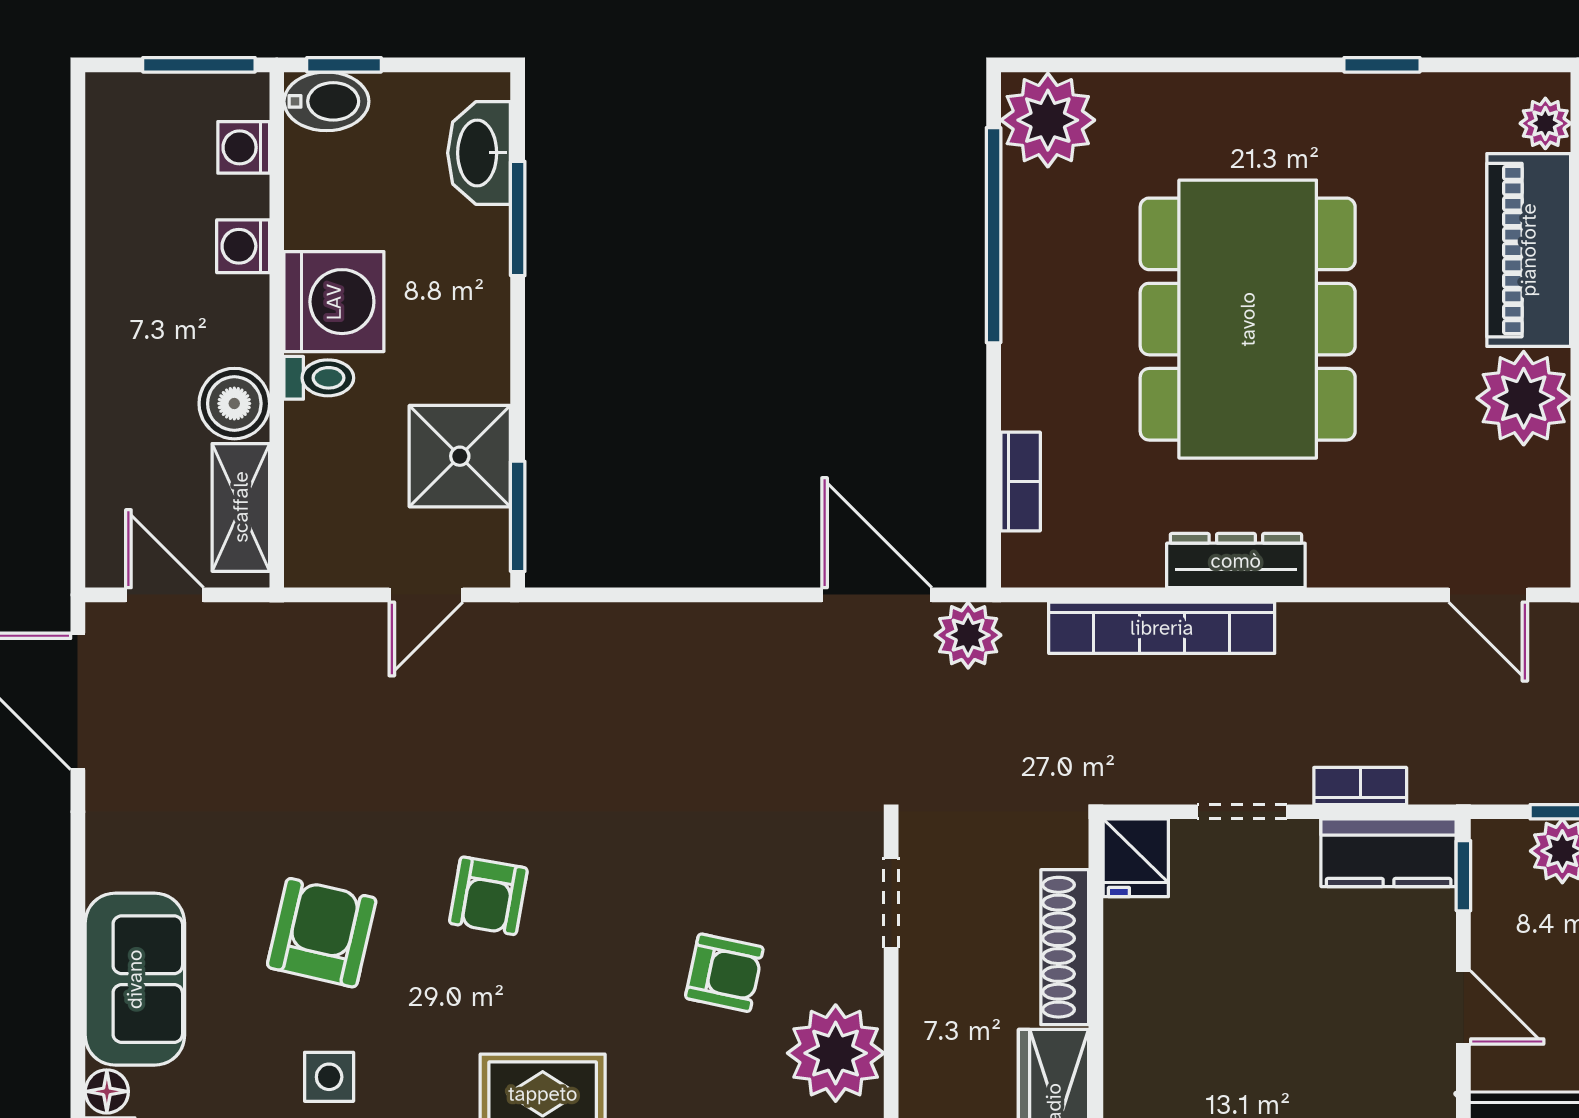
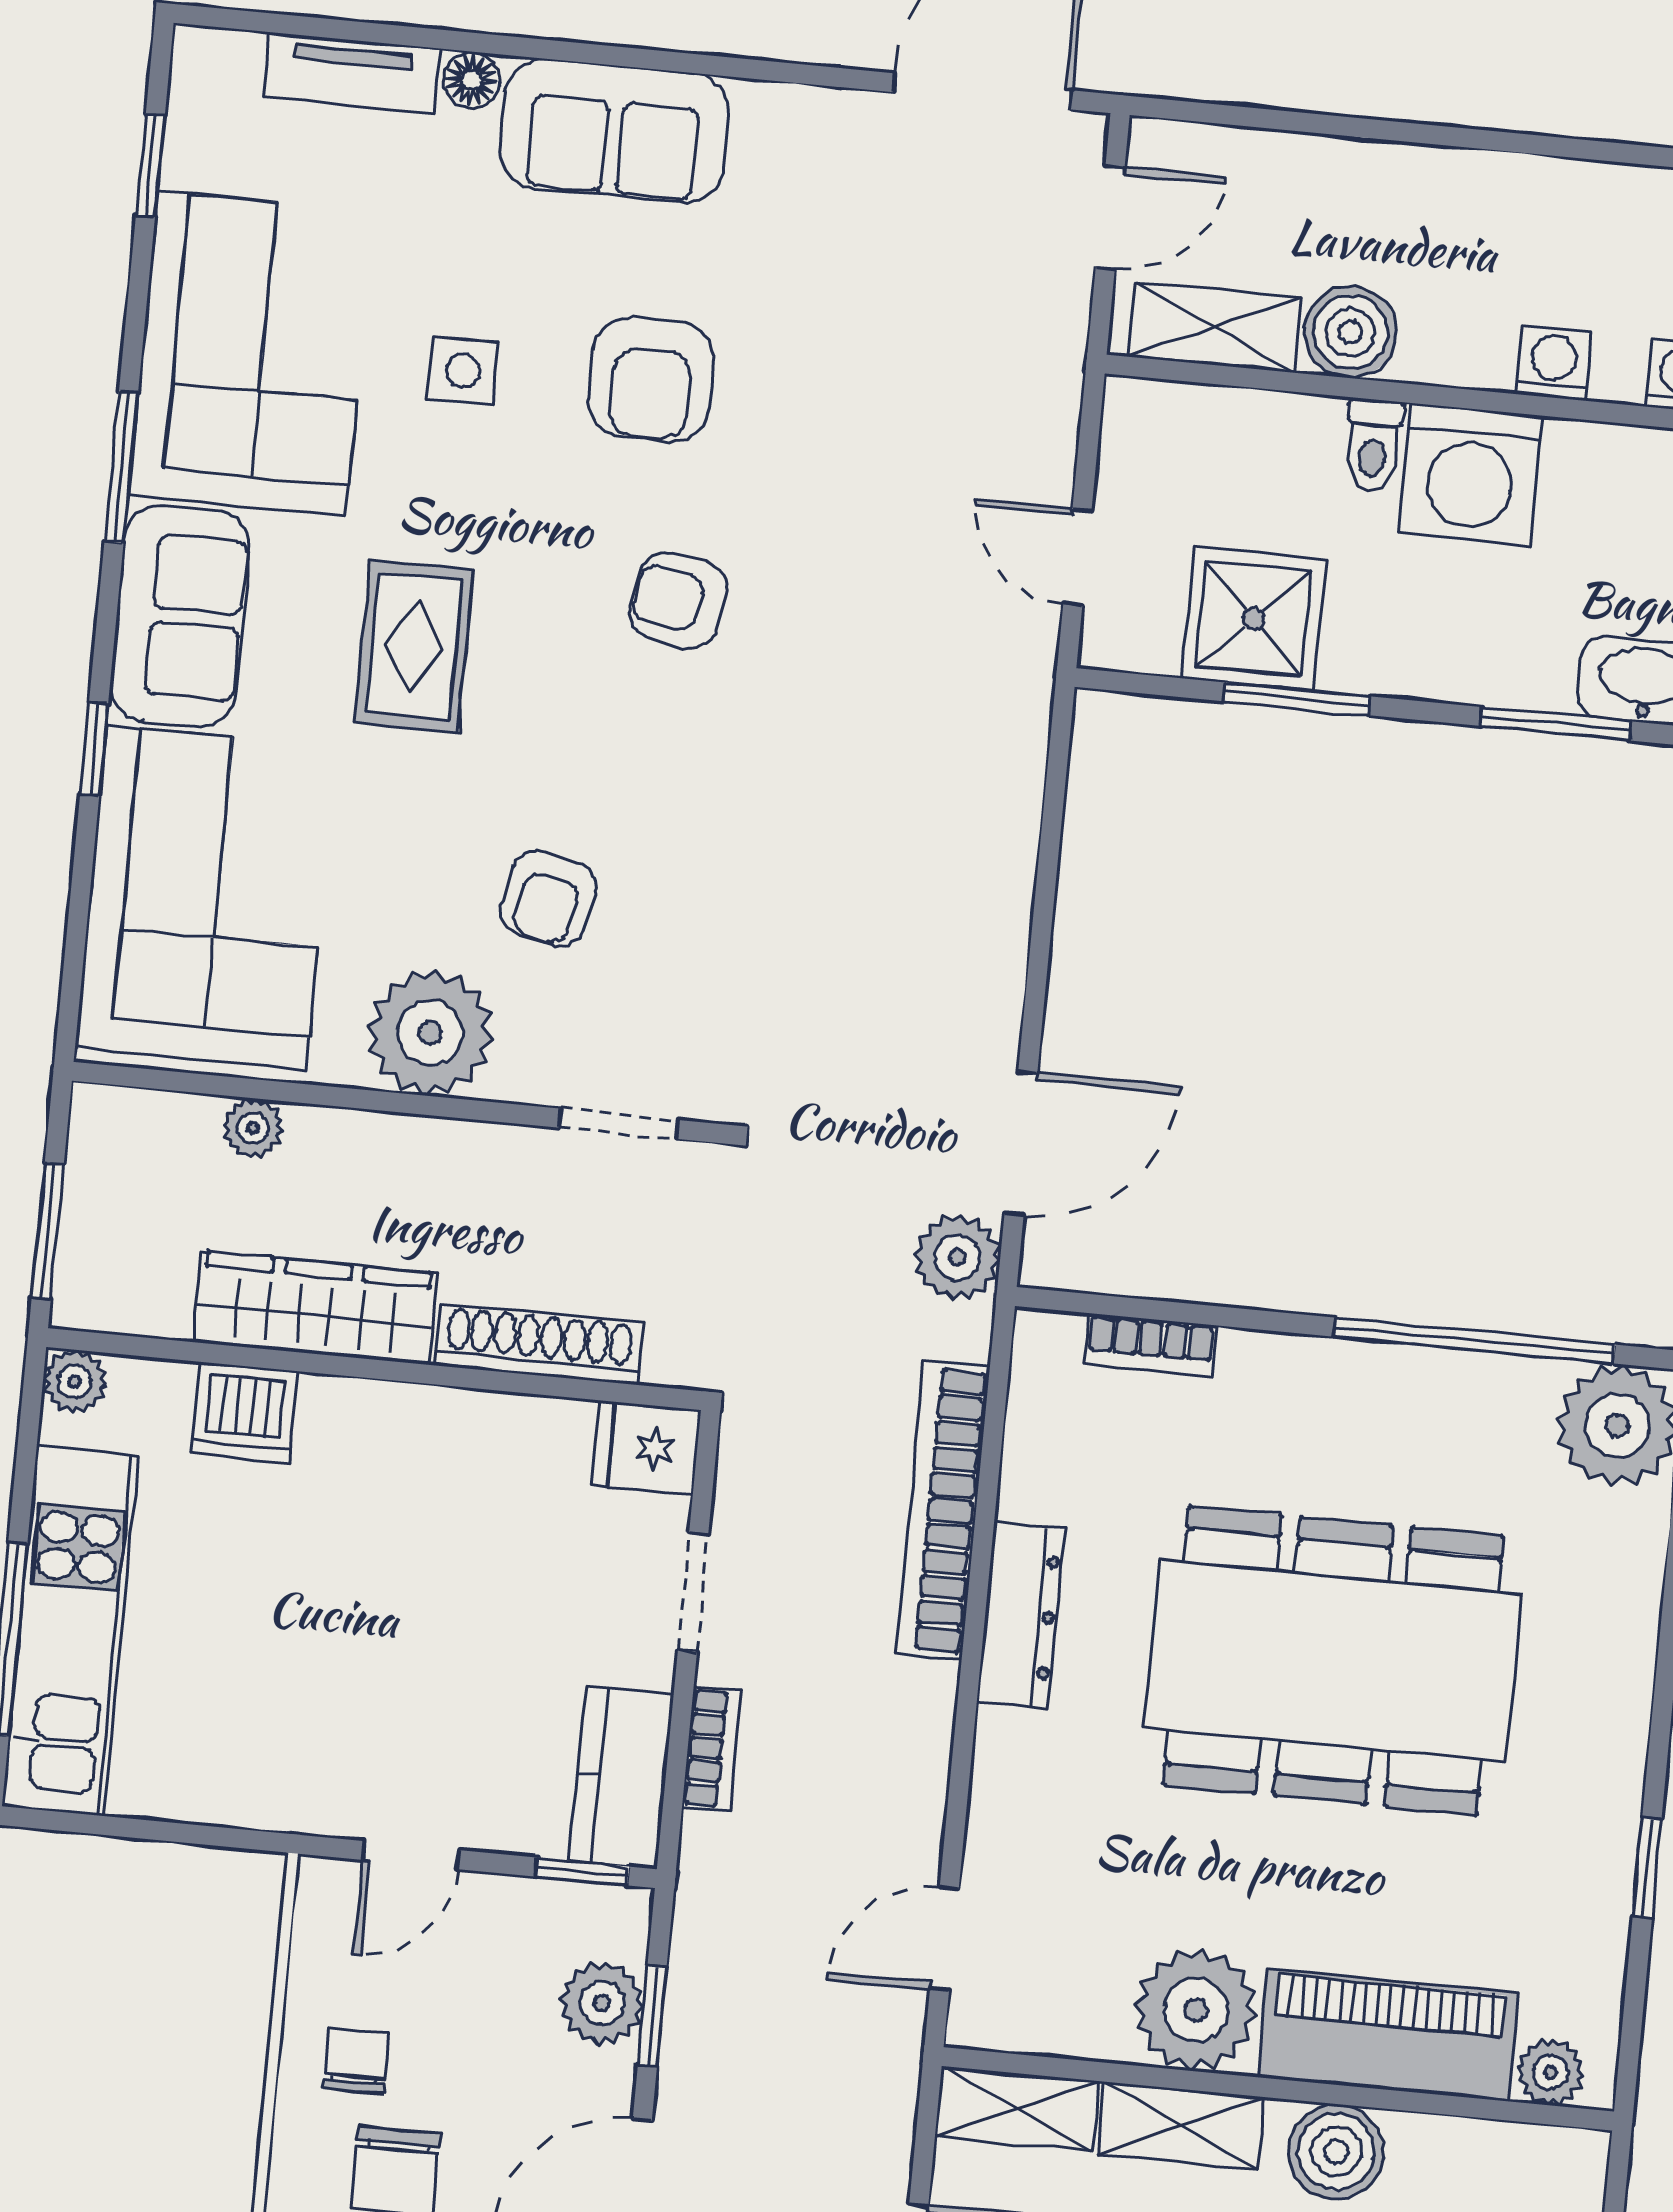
window: (518, 516) -> (1297, 699), moved
armchair: (322, 933) -> (651, 379), turned 77

